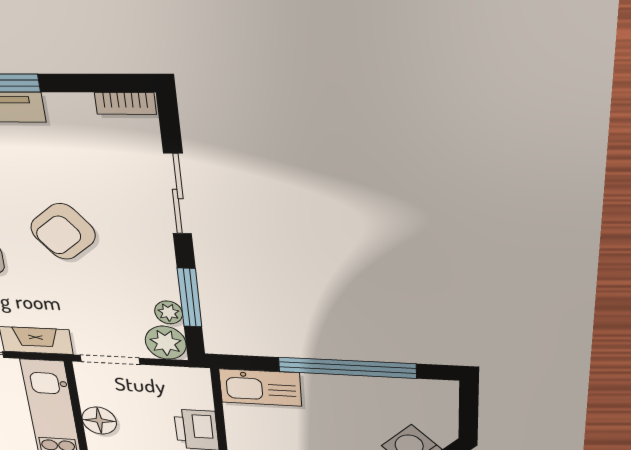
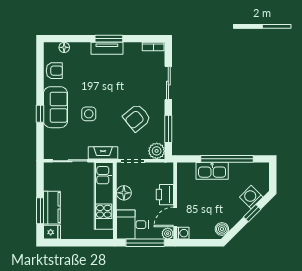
armchair: (63, 232) -> (137, 118), moved
plant: (169, 312) -> (159, 136), removed
kitchen sink: (260, 388) -> (212, 171), moved

